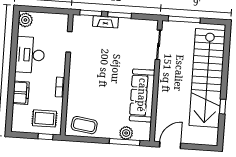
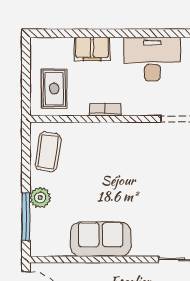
sofa: (142, 95) -> (101, 239), width x0.73
plant: (126, 133) -> (40, 198), moved
window: (46, 137) -> (26, 92), removed

